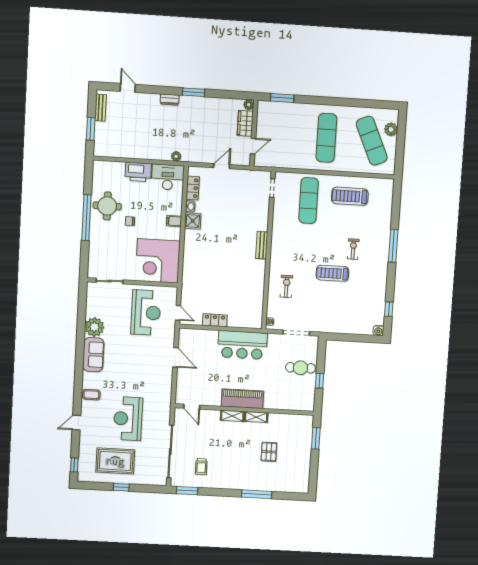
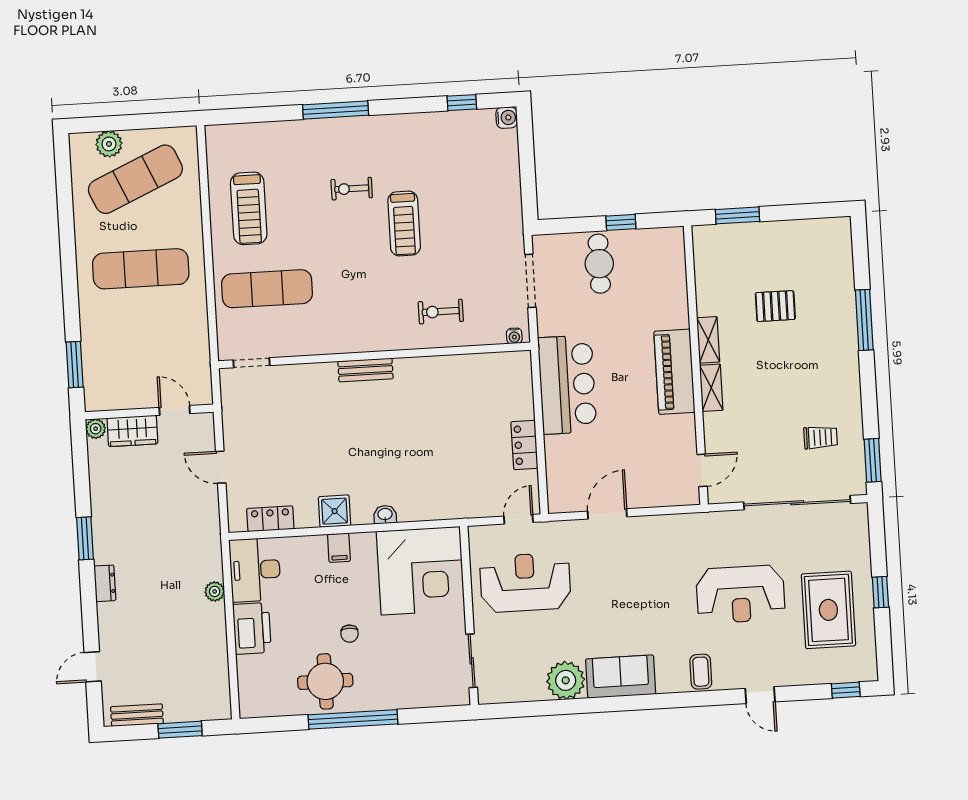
plant: (176, 156) -> (215, 591), moved
washbasin: (190, 206) -> (385, 515), moved

